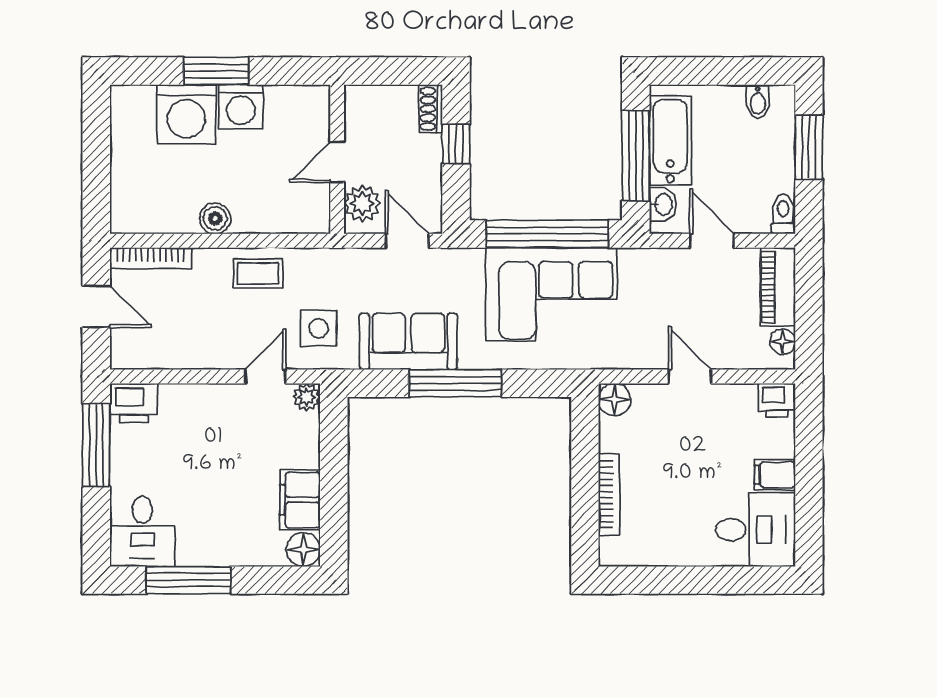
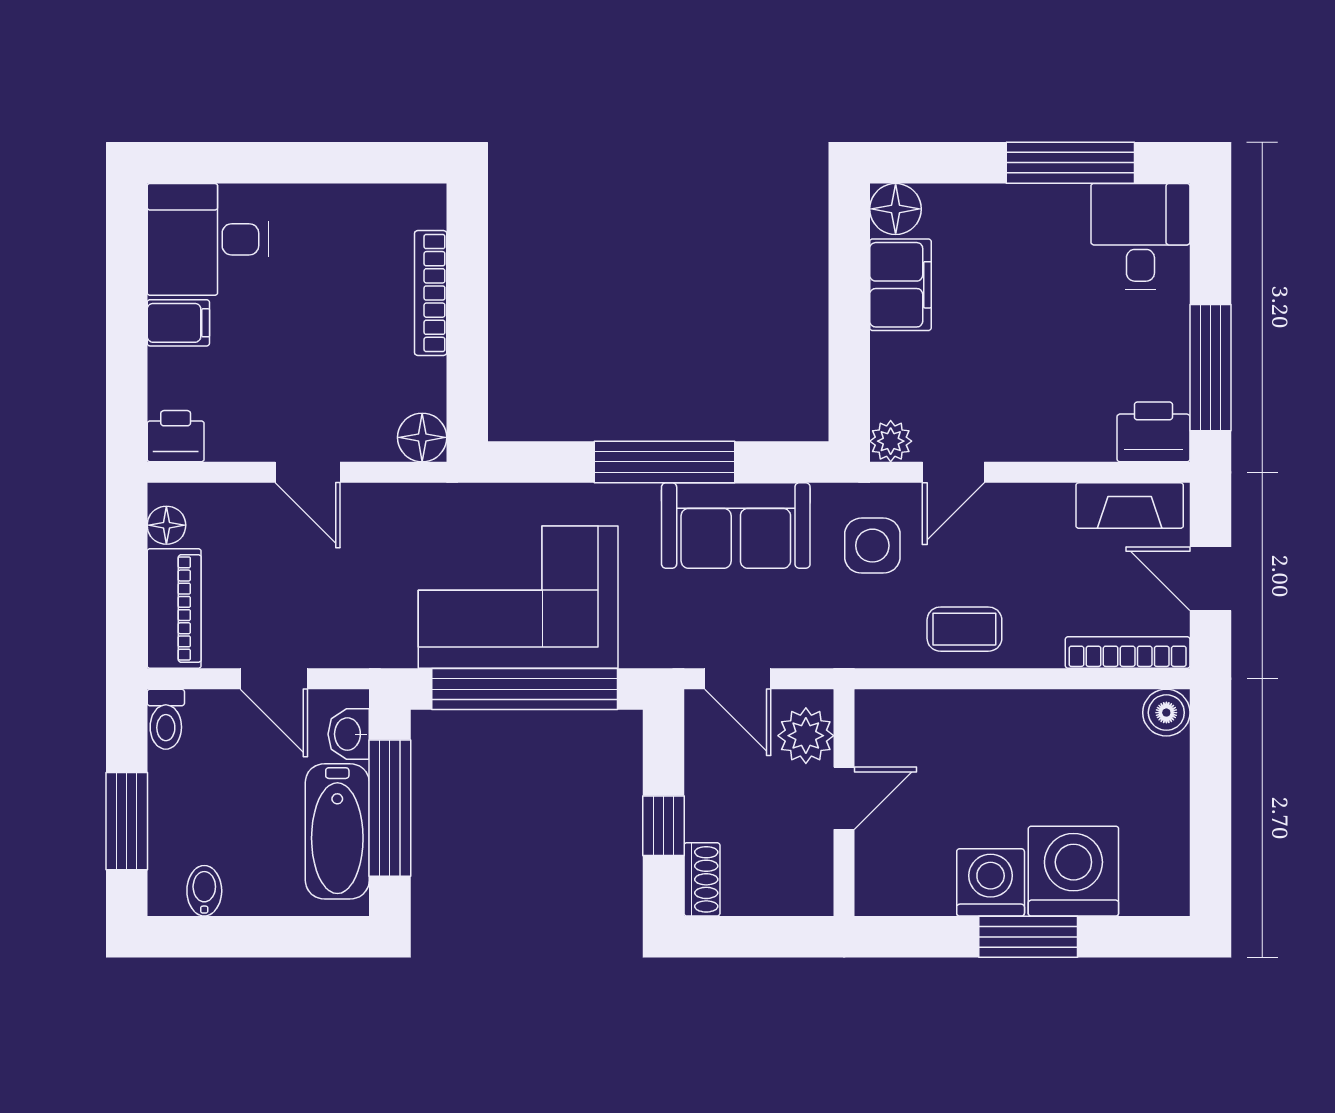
boiler: (215, 218) -> (1166, 713), moved
fireplace: (149, 355) -> (1130, 506), added

